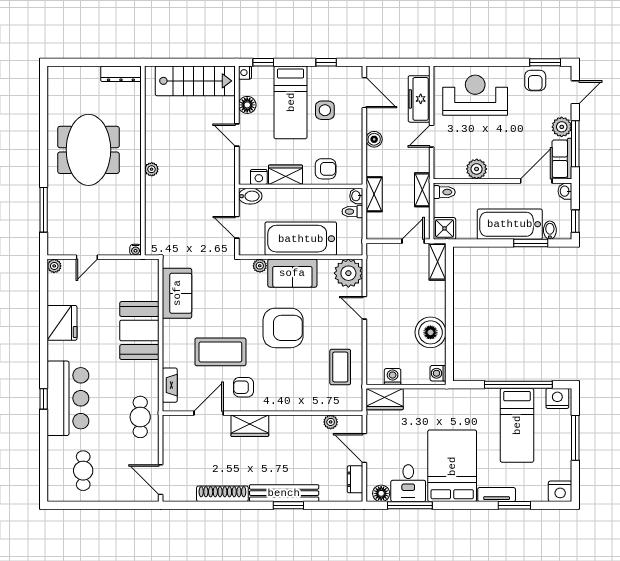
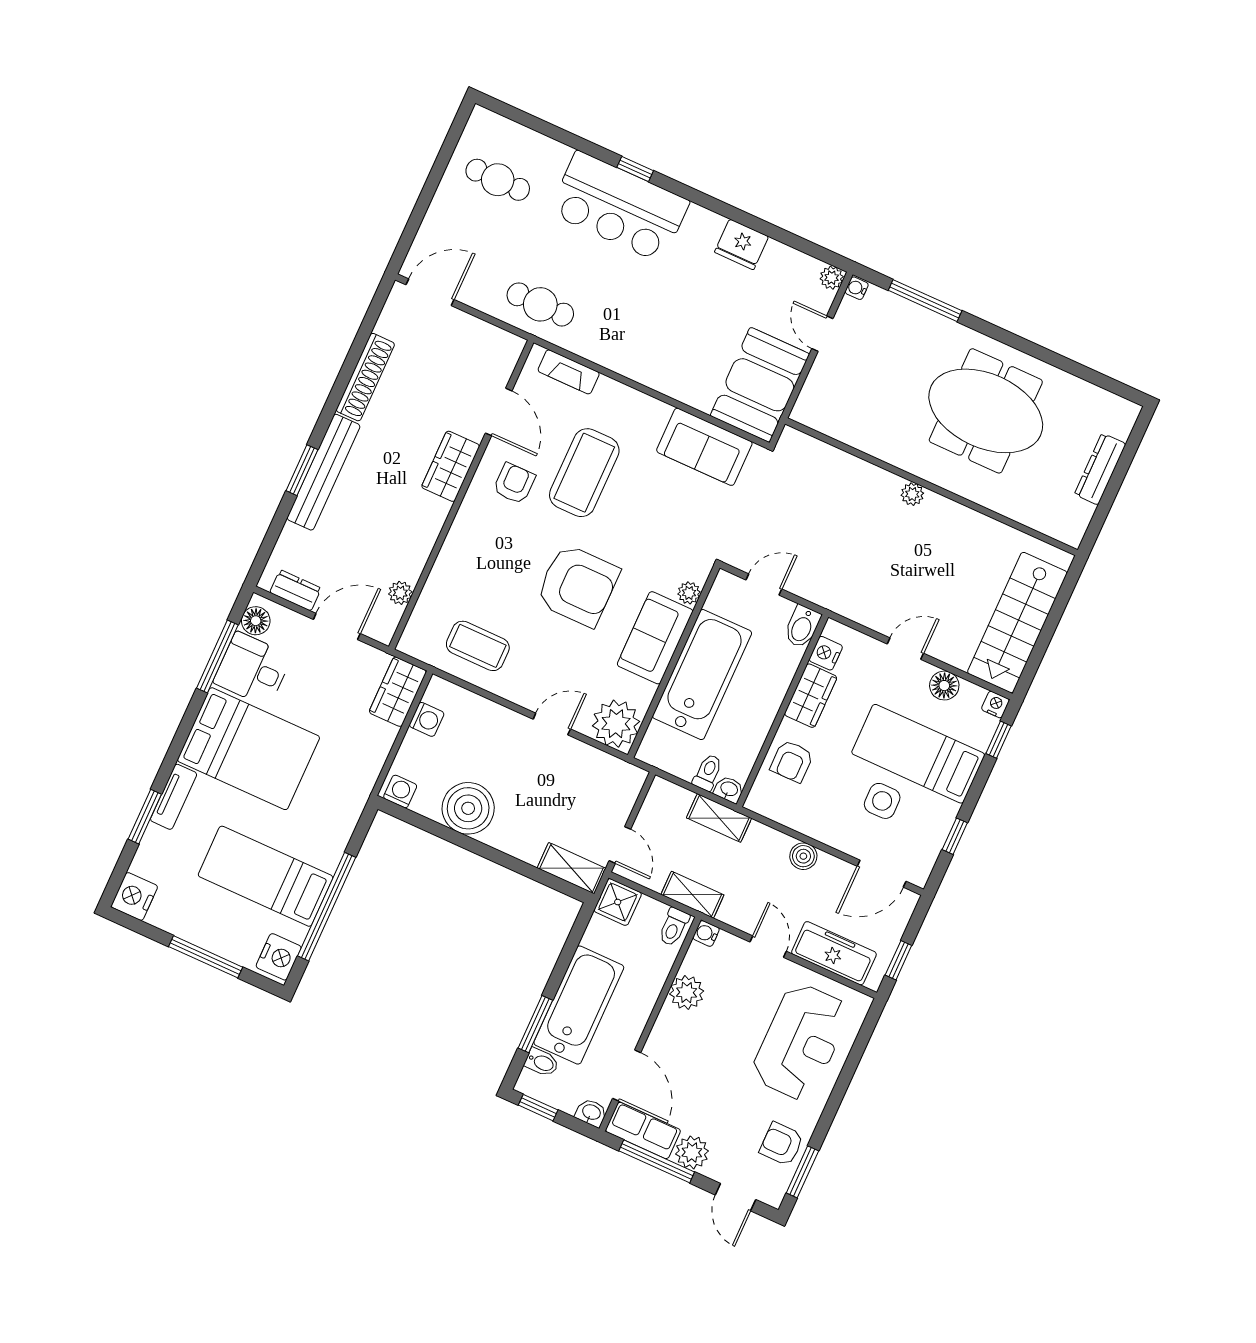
window: (407, 62) -> (898, 960), added
dresser: (121, 74) -> (1100, 469), moved
water cooler: (440, 173) -> (706, 933), added
water cooler: (136, 250) -> (857, 288), moved
fridge: (62, 323) -> (742, 244), width x0.73, depth x0.75
armchair: (283, 328) -> (578, 585), turned -90
booth: (139, 331) -> (760, 385), moved, turned 90

